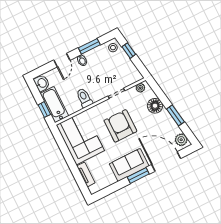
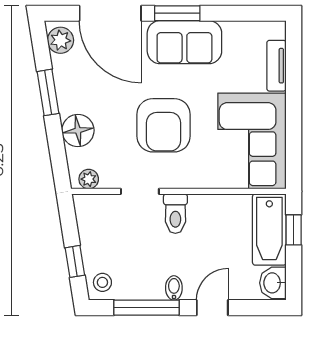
window: (89, 46) -> (147, 308), width x1.44
toilet: (84, 98) -> (175, 214), moved

